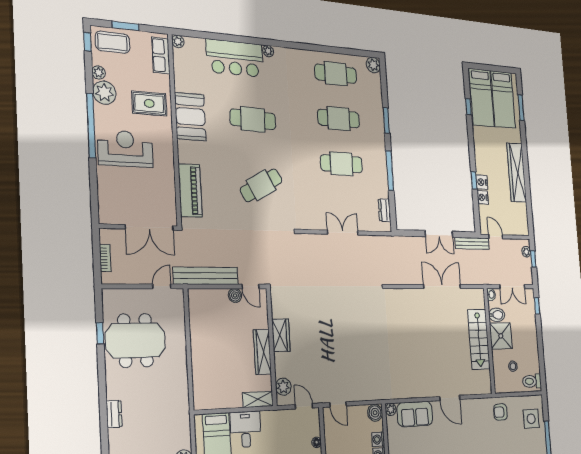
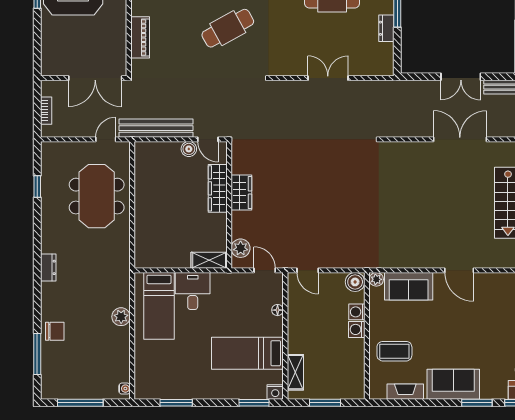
piano: (190, 191) -> (140, 37), width x0.73, depth x0.75
dresser: (385, 210) -> (386, 28), moved
meeting table: (135, 340) -> (97, 196), moved, turned 90
wardrobe: (262, 352) -> (218, 188), moved

